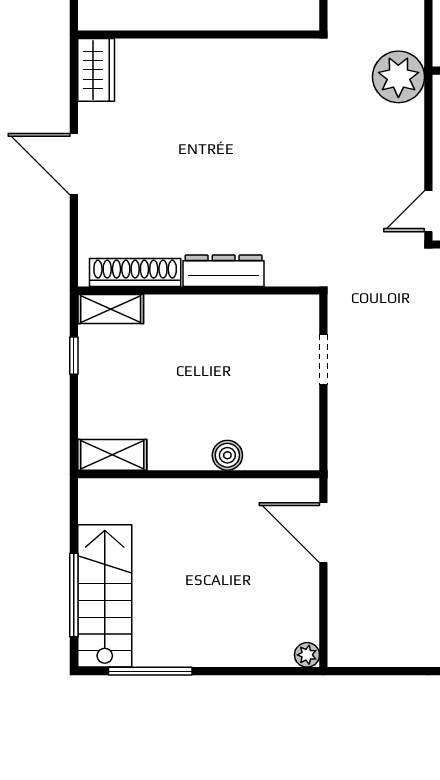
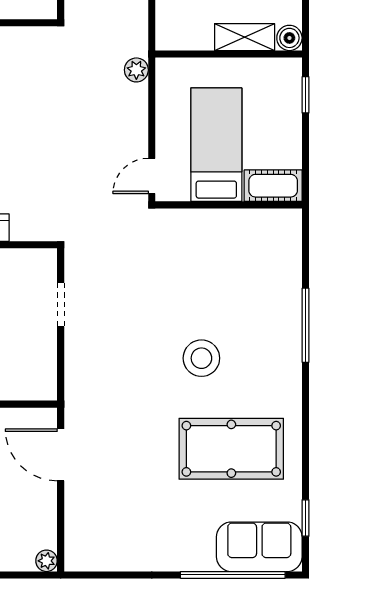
plant: (398, 77) -> (136, 70), width x0.53, depth x0.53

